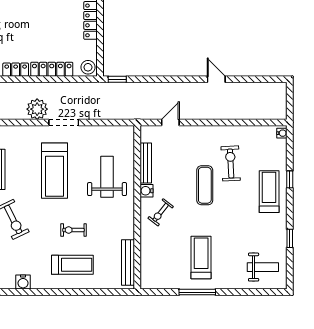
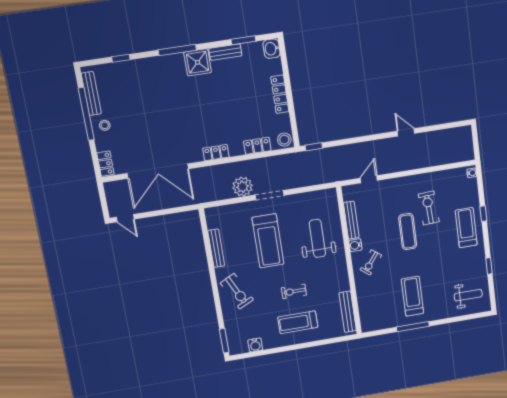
locker: (52, 69) -> (257, 146), width x0.66
treadmill: (72, 265) -> (298, 322), turned 180

